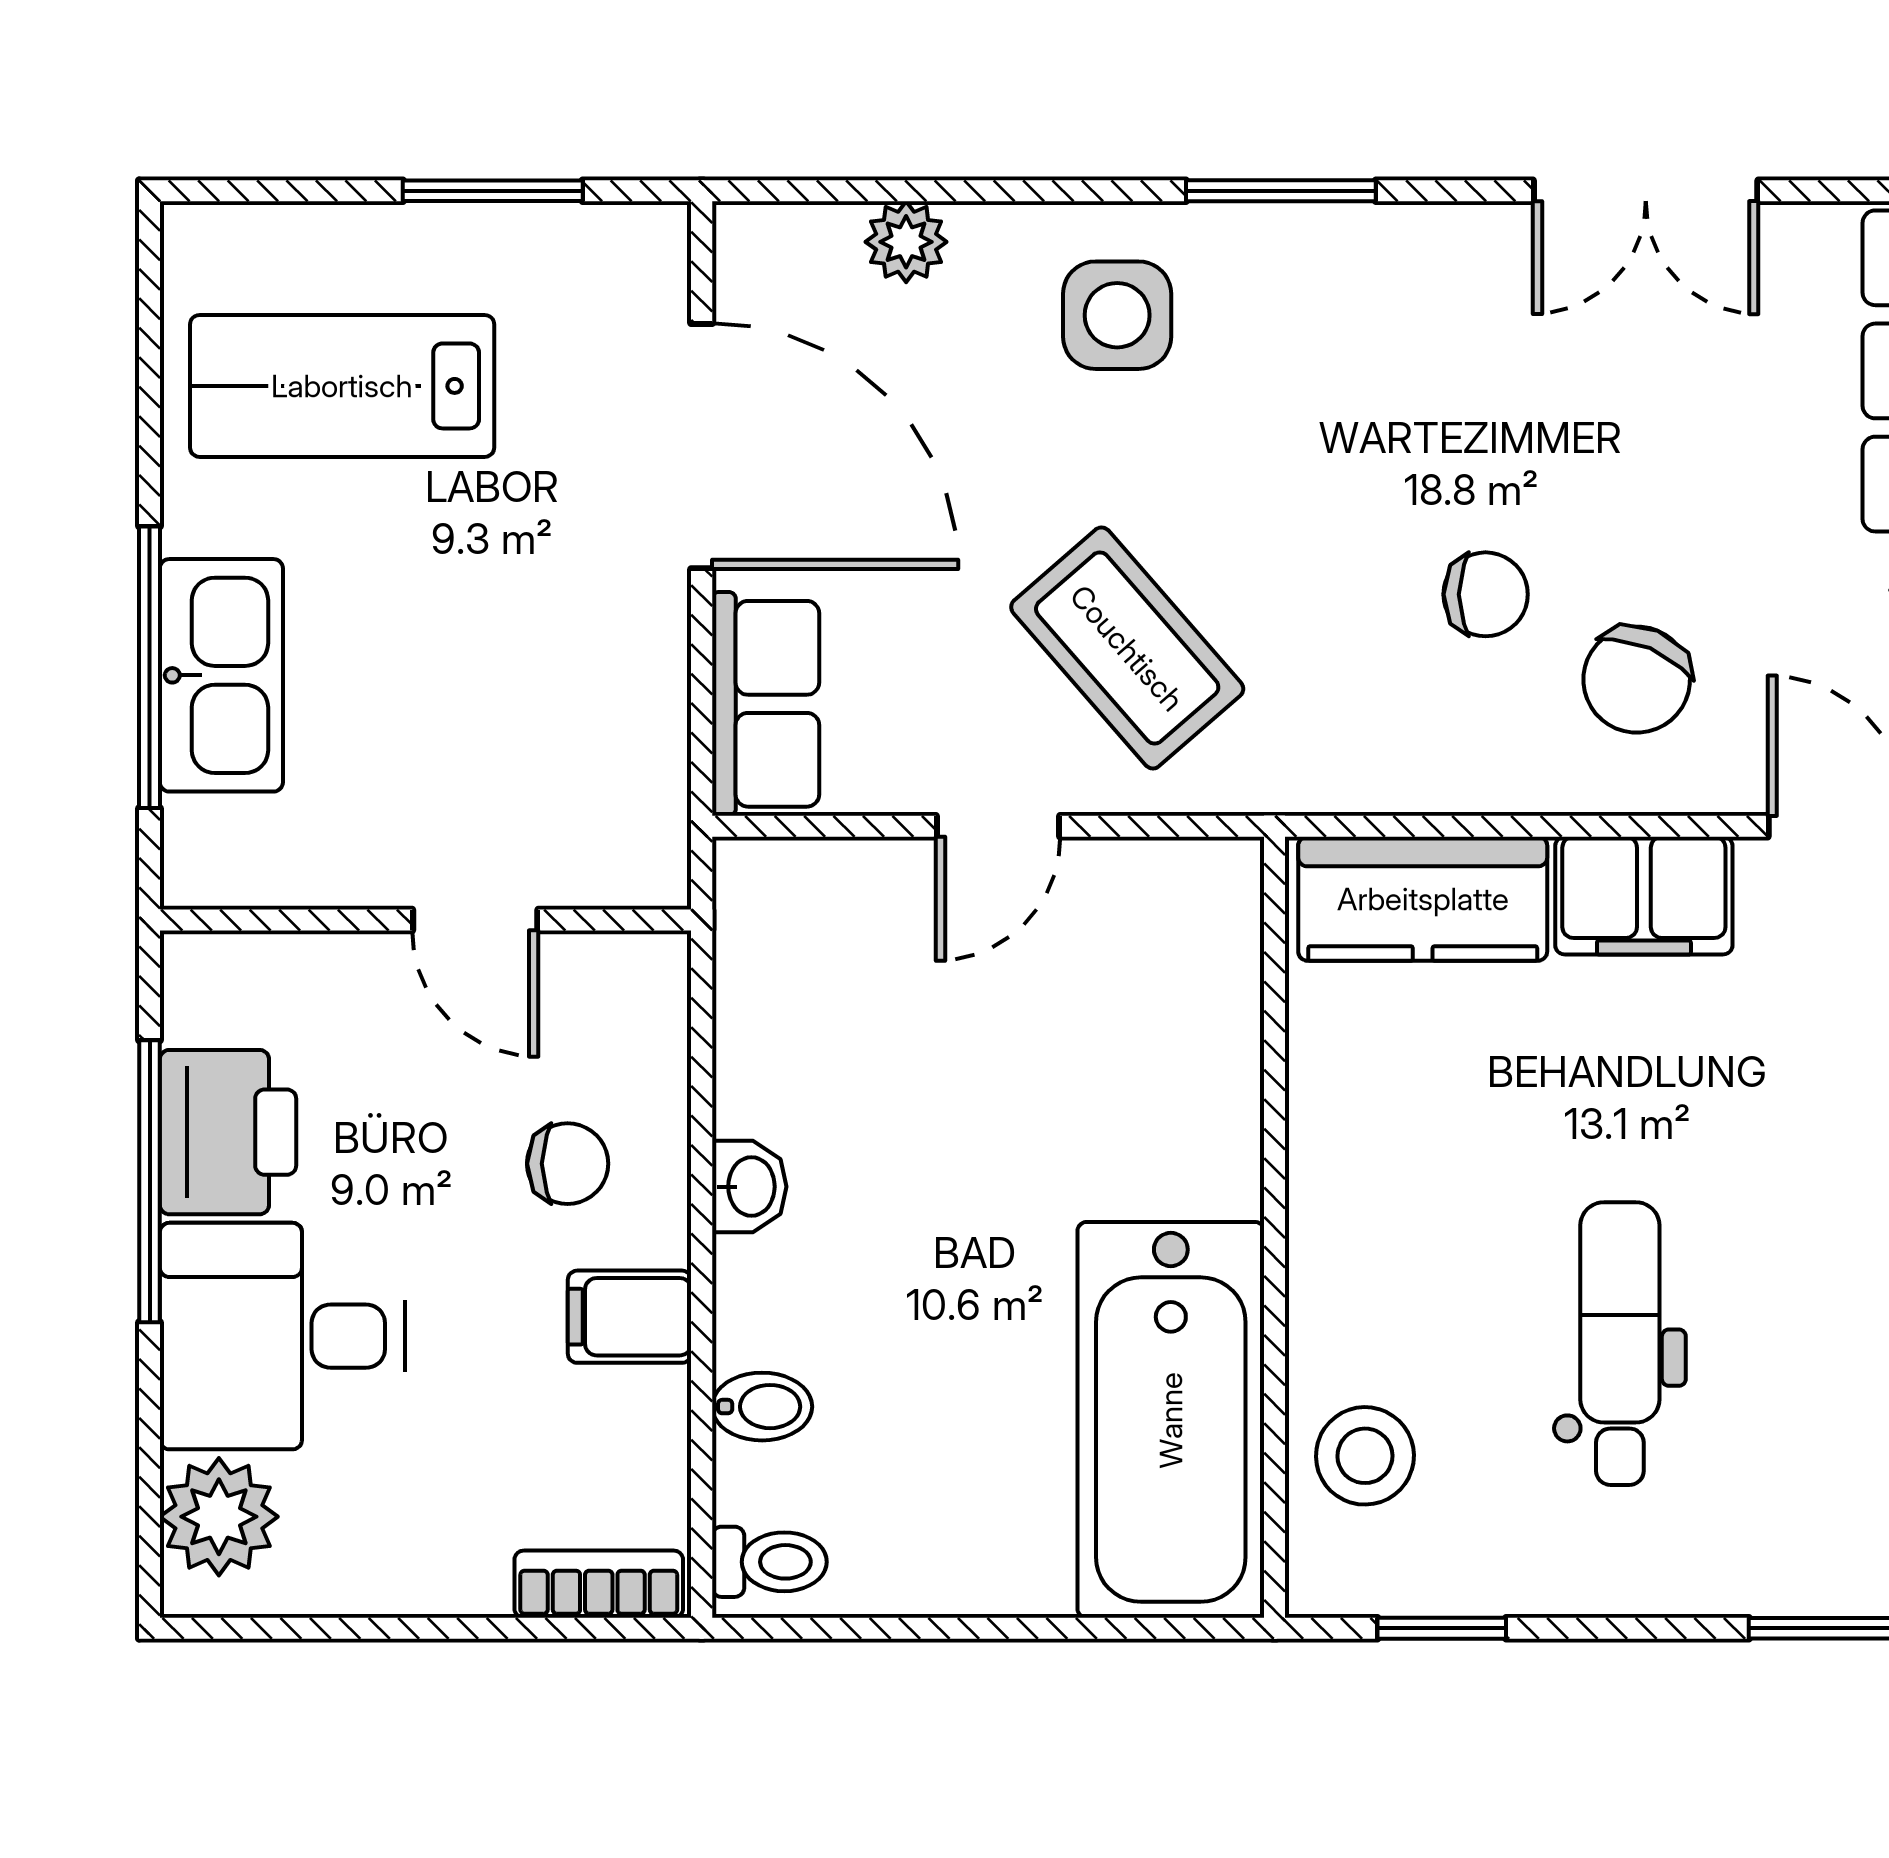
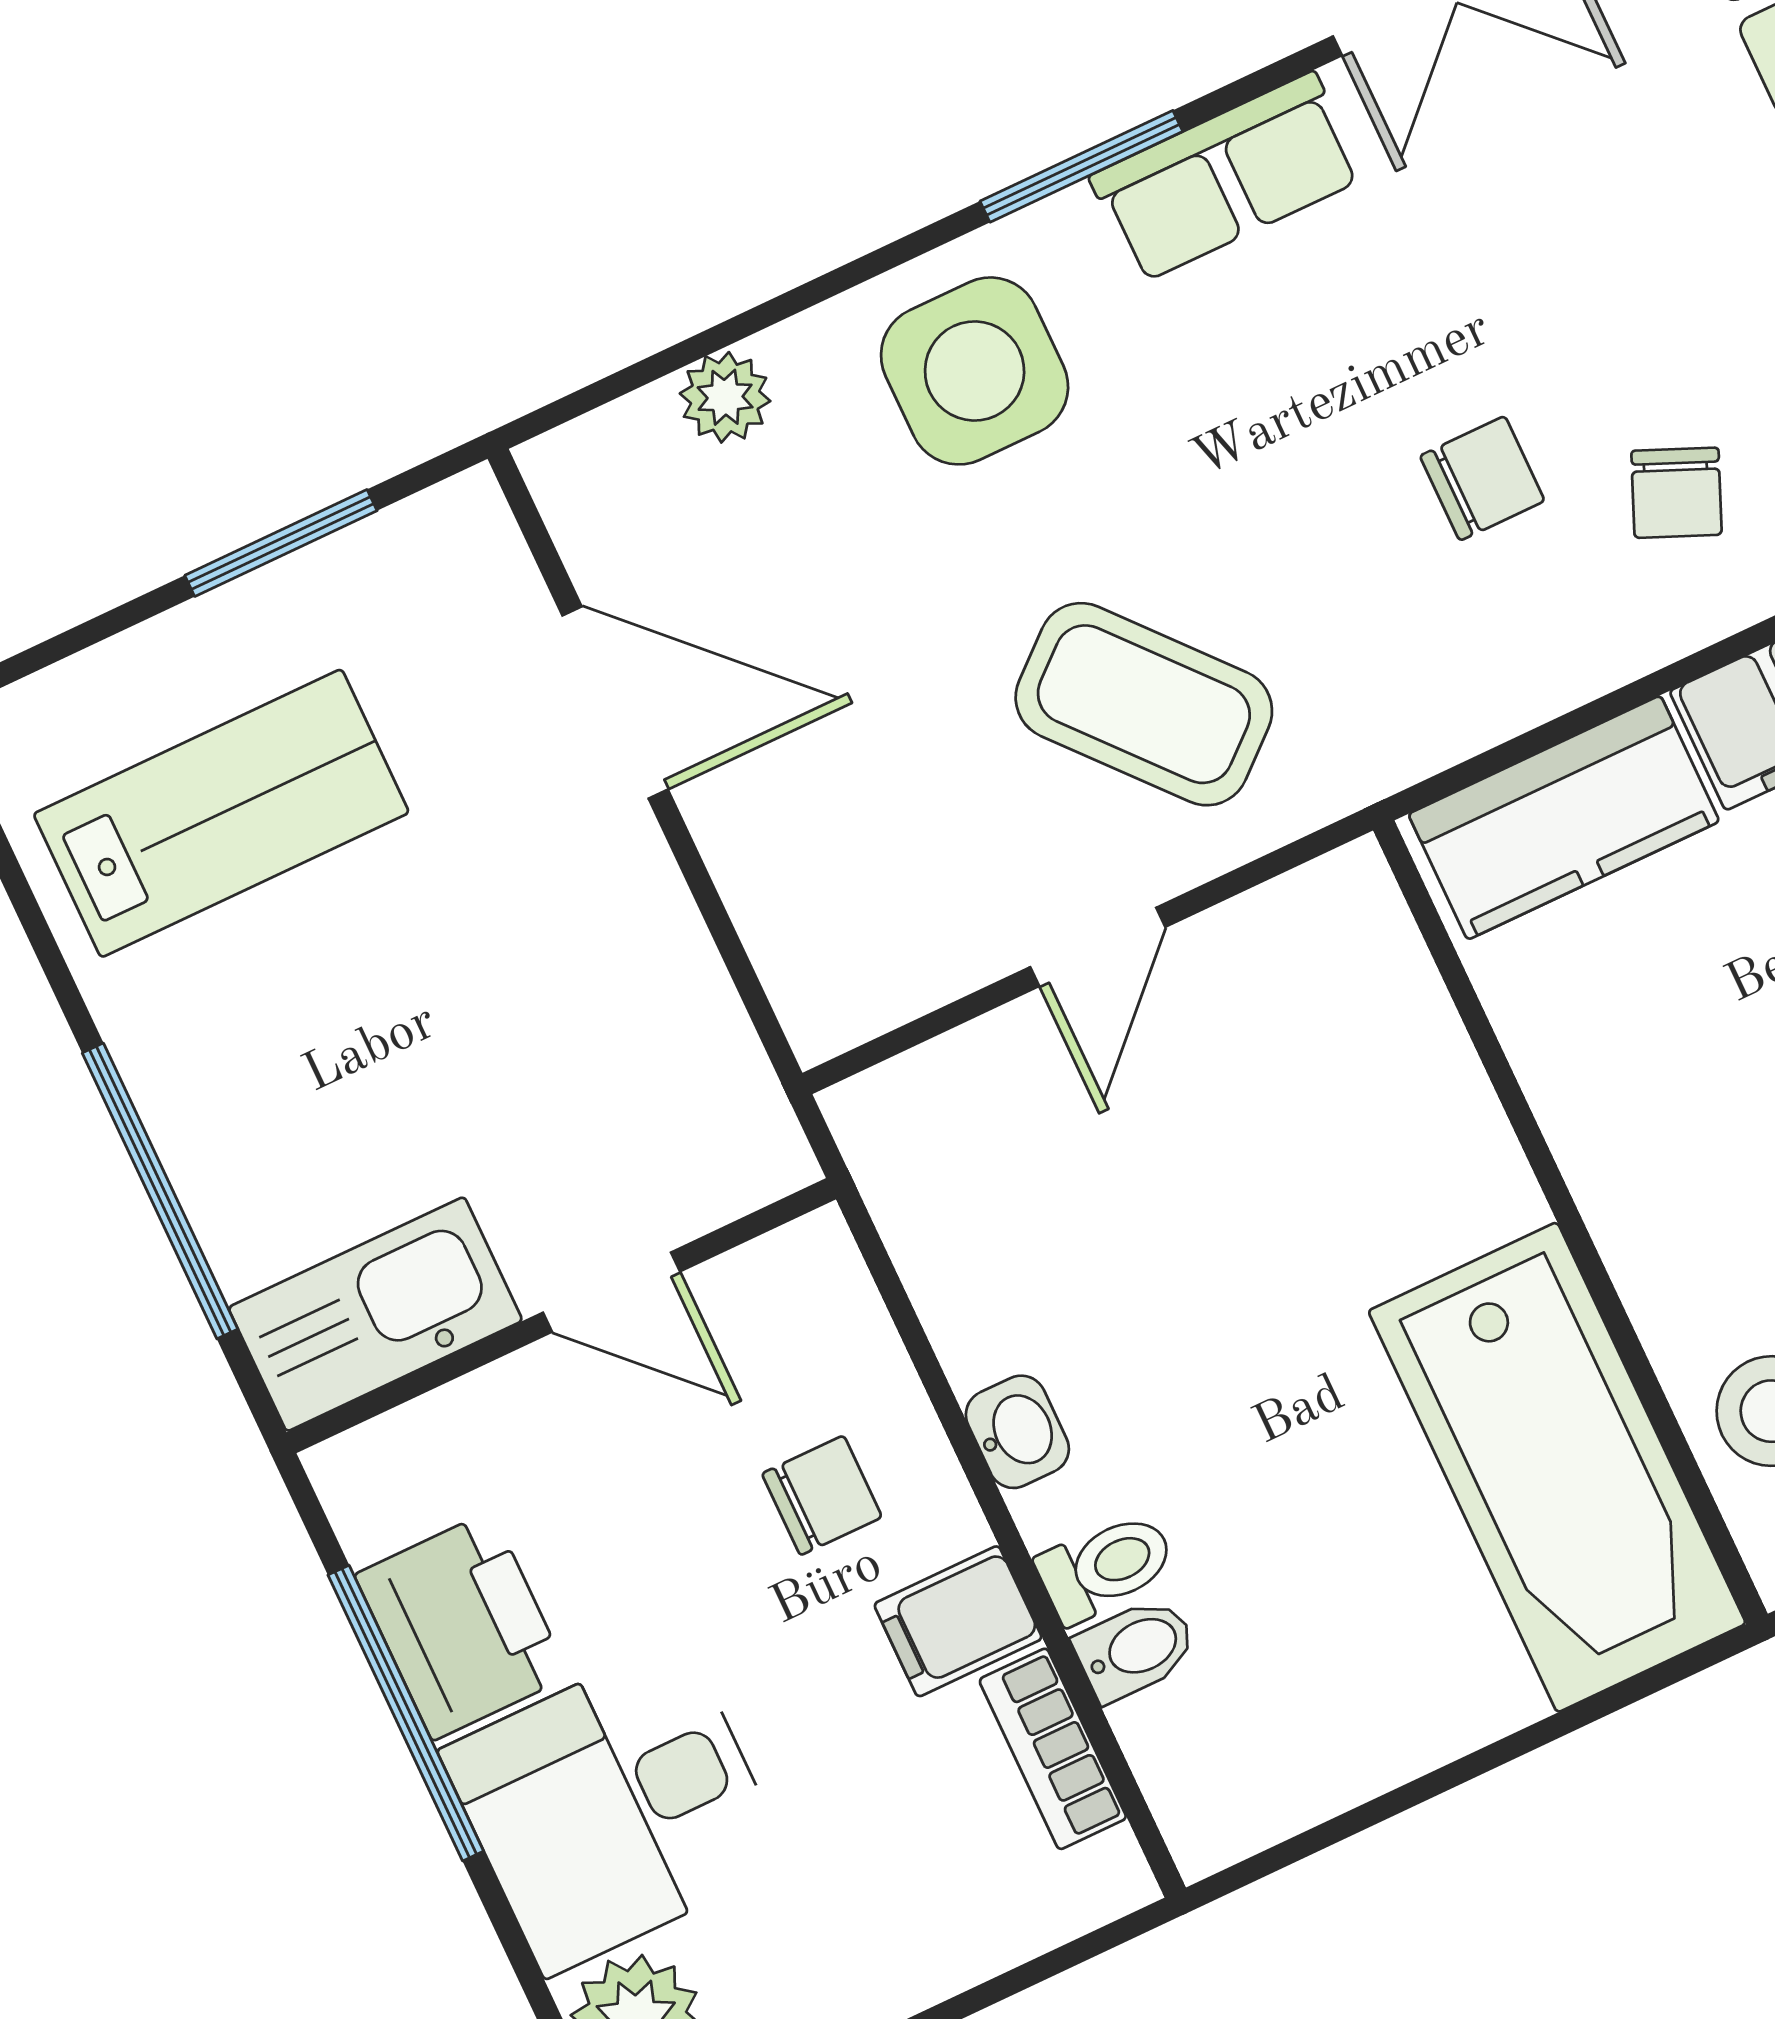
side table: (1117, 315) -> (975, 371), width x1.37, depth x1.37
lab bench: (342, 386) -> (221, 813), turned 180
door: (702, 446) -> (615, 702), width x0.73
kitchen sink: (221, 675) -> (375, 1314), moved, turned -90
chair: (1637, 680) -> (1676, 493), width x0.73, depth x0.73
row of seats: (766, 704) -> (1227, 177), moved, turned 90
toilet: (769, 1562) -> (1106, 1567), moved
bookcase: (599, 1584) -> (1053, 1749), moved, turned -90

